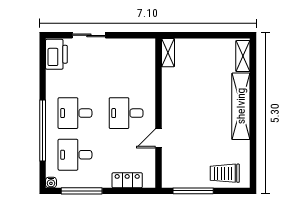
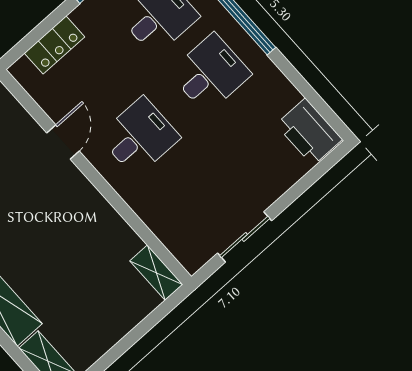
sliding door: (89, 35) -> (245, 237), moved

